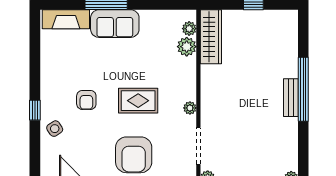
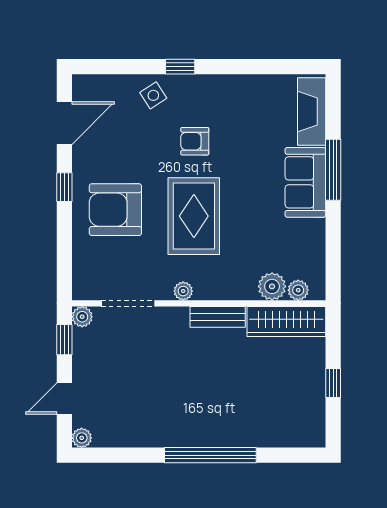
bench: (291, 98) -> (218, 317), moved
rug: (138, 101) -> (194, 216), width x1.36, depth x1.43

